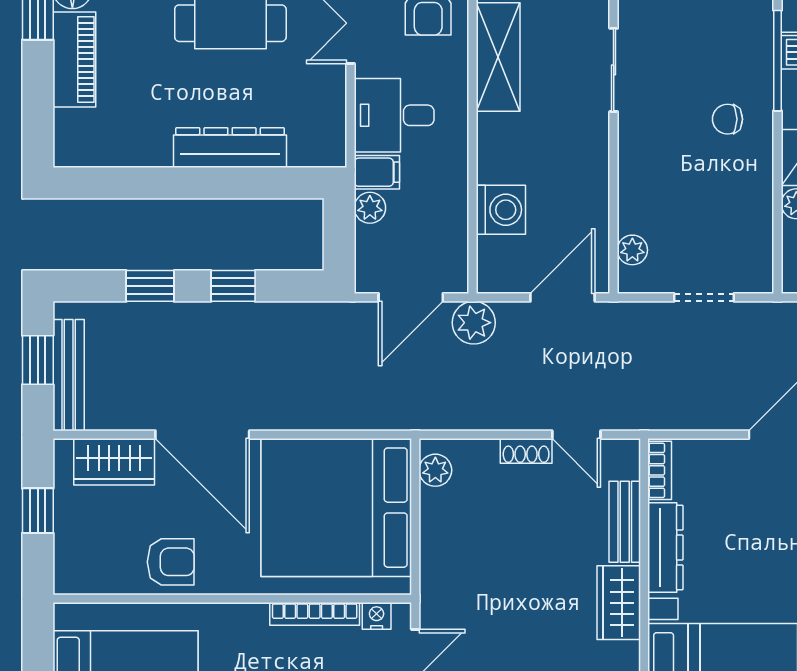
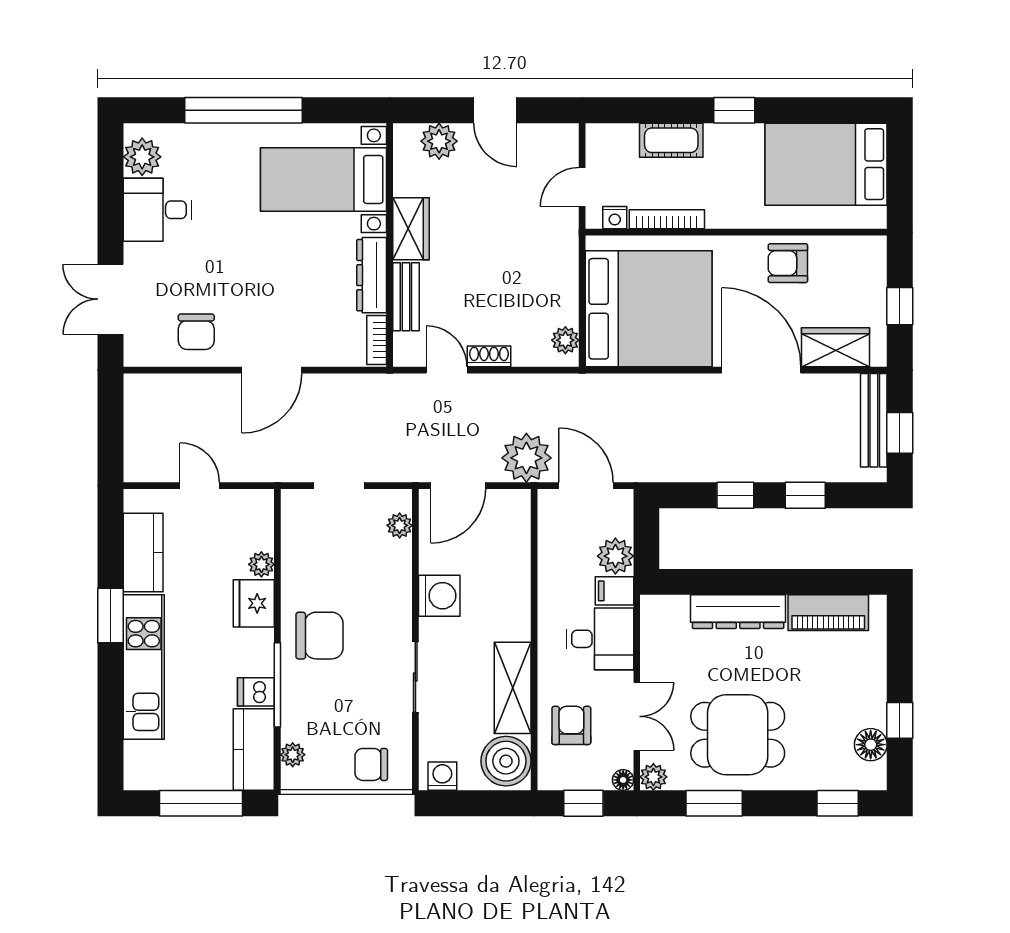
piano: (74, 59) -> (828, 613), moved, turned -90
chair: (727, 119) -> (320, 636), width x1.87, depth x1.87
plant: (370, 208) -> (615, 556), width x1.38, depth x1.38
washing machine: (501, 210) -> (439, 596), moved, turned 180
door: (411, 297) -> (586, 486), hinge flipped
plant: (474, 323) -> (526, 458), width x1.36, depth x1.36

